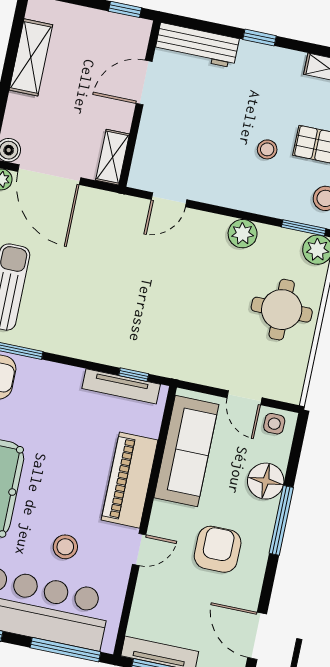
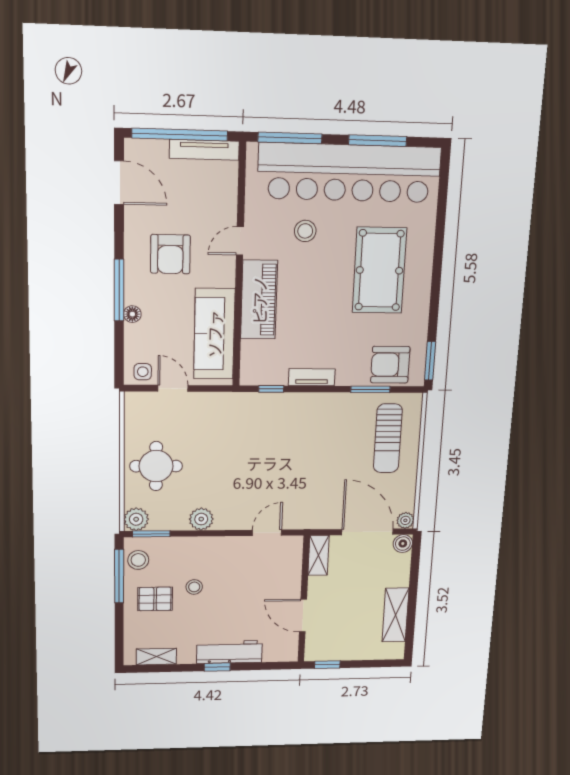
workbench: (197, 45) -> (229, 652), moved
door: (144, 83) -> (303, 616), swing flipped
tv unit: (121, 386) -> (312, 377), moved, width x0.71
floor lamp: (266, 481) -> (132, 314), width x0.53, depth x0.53

